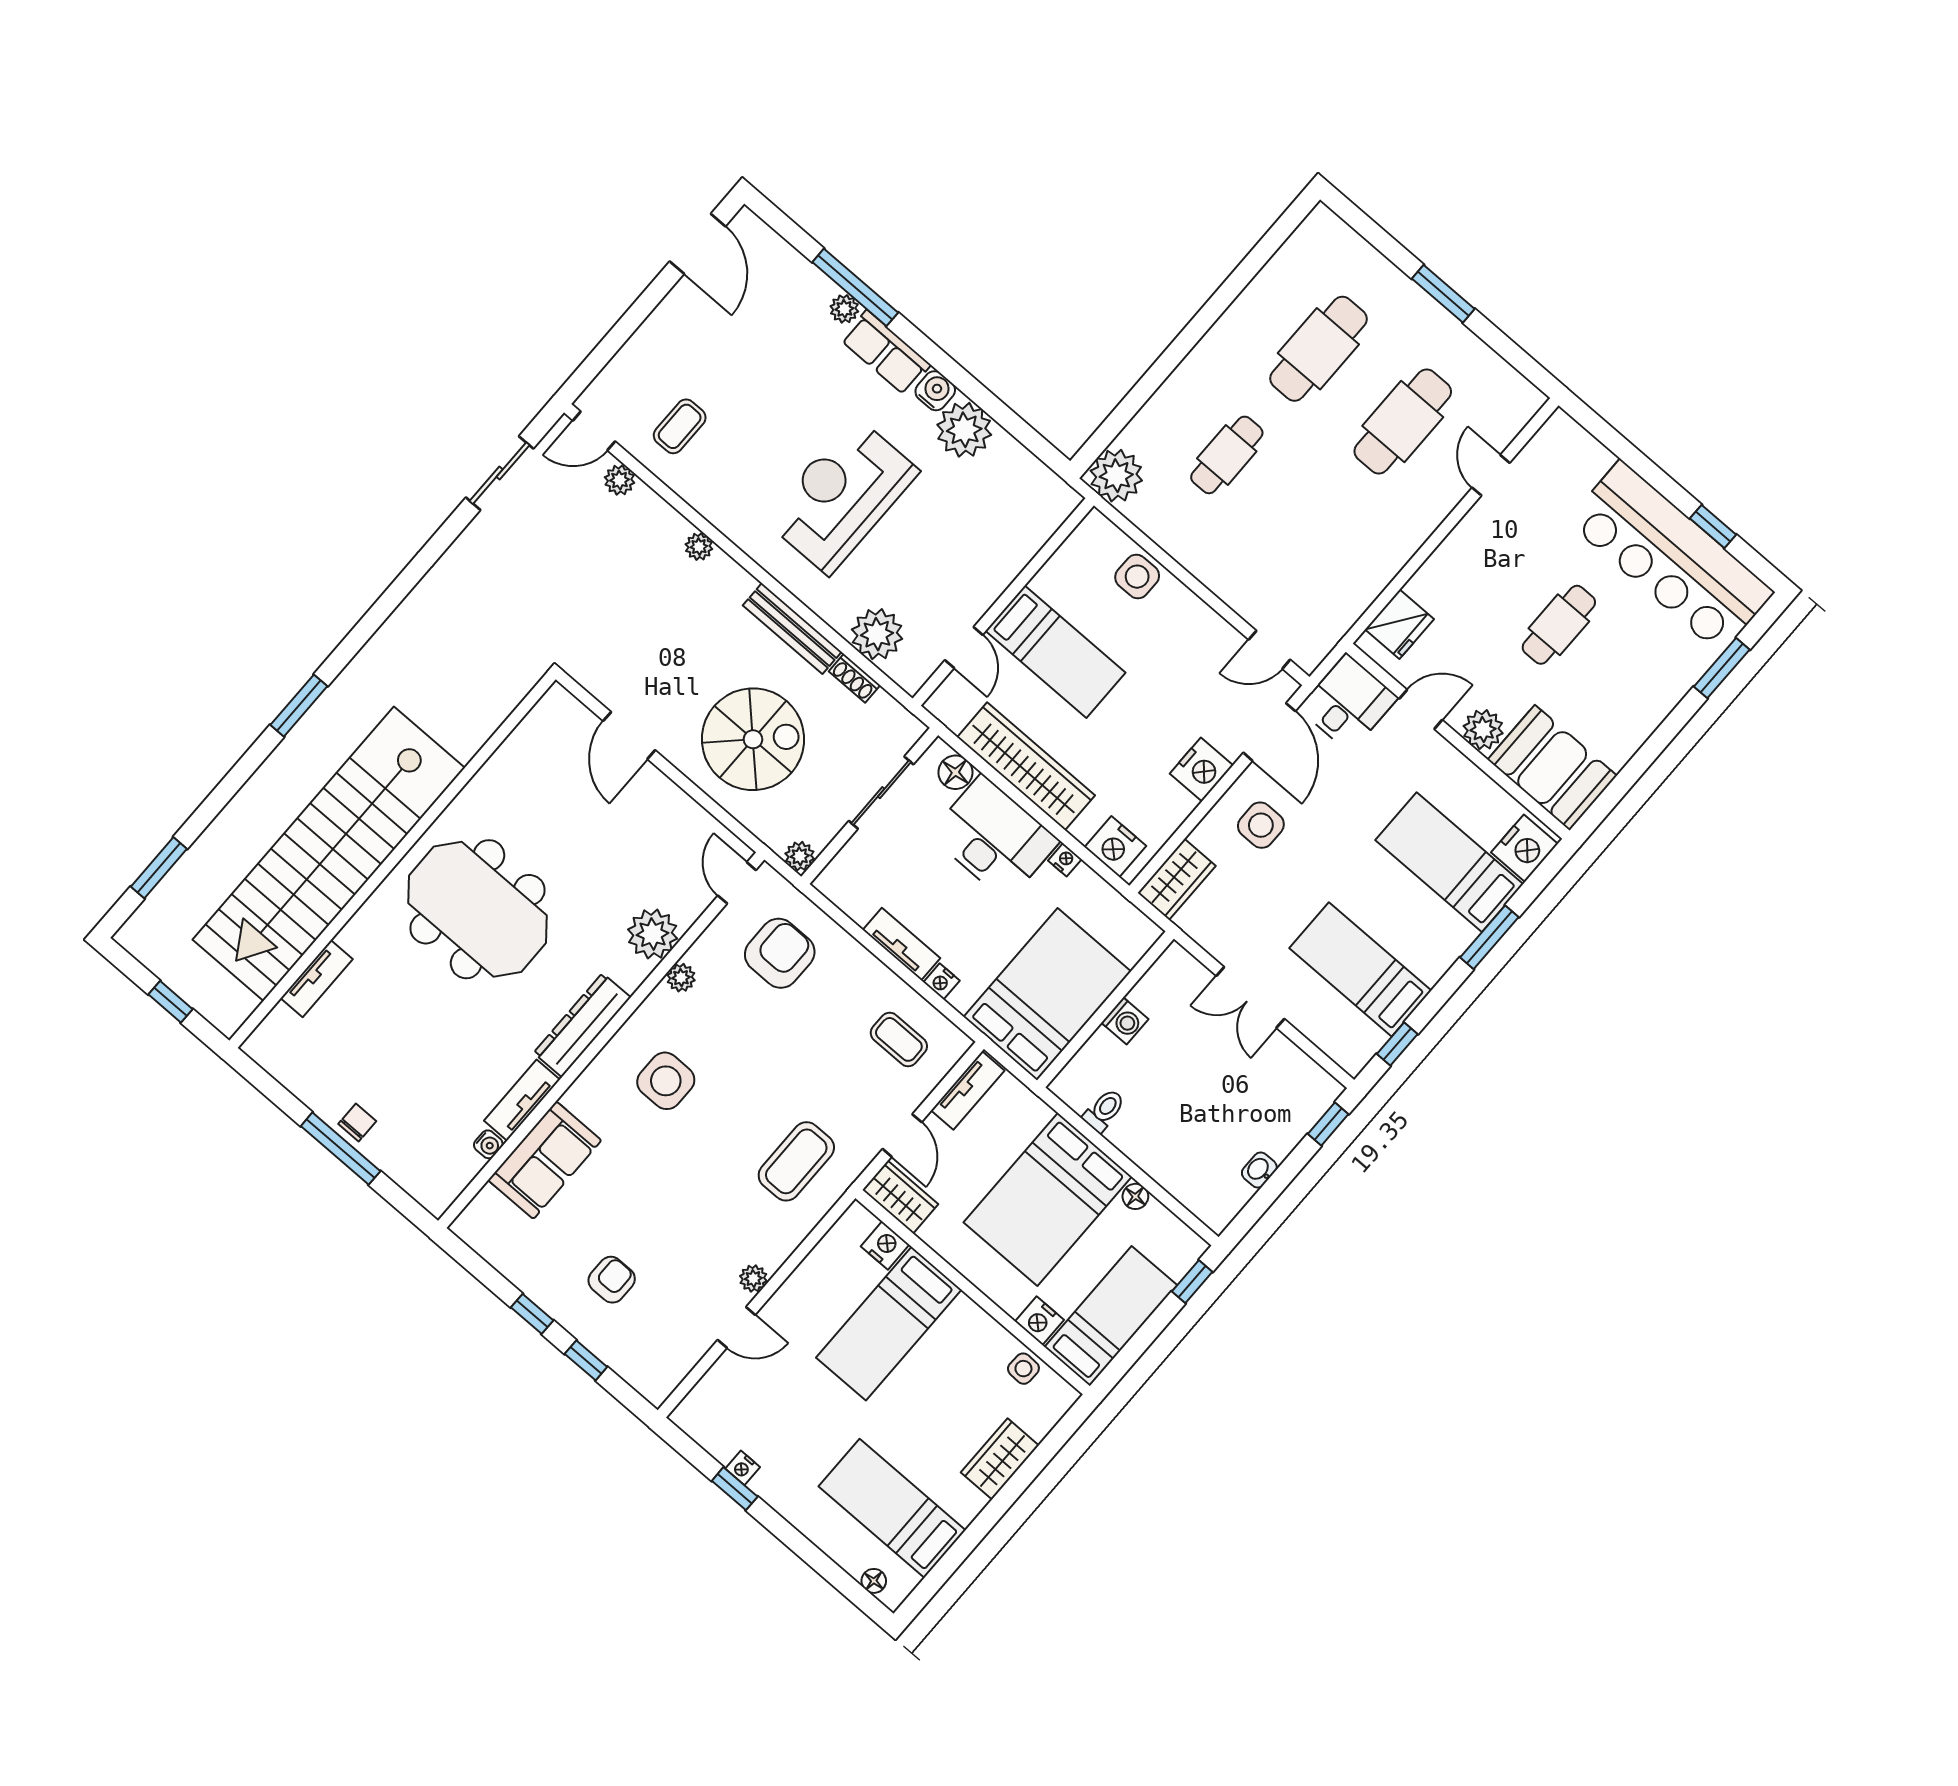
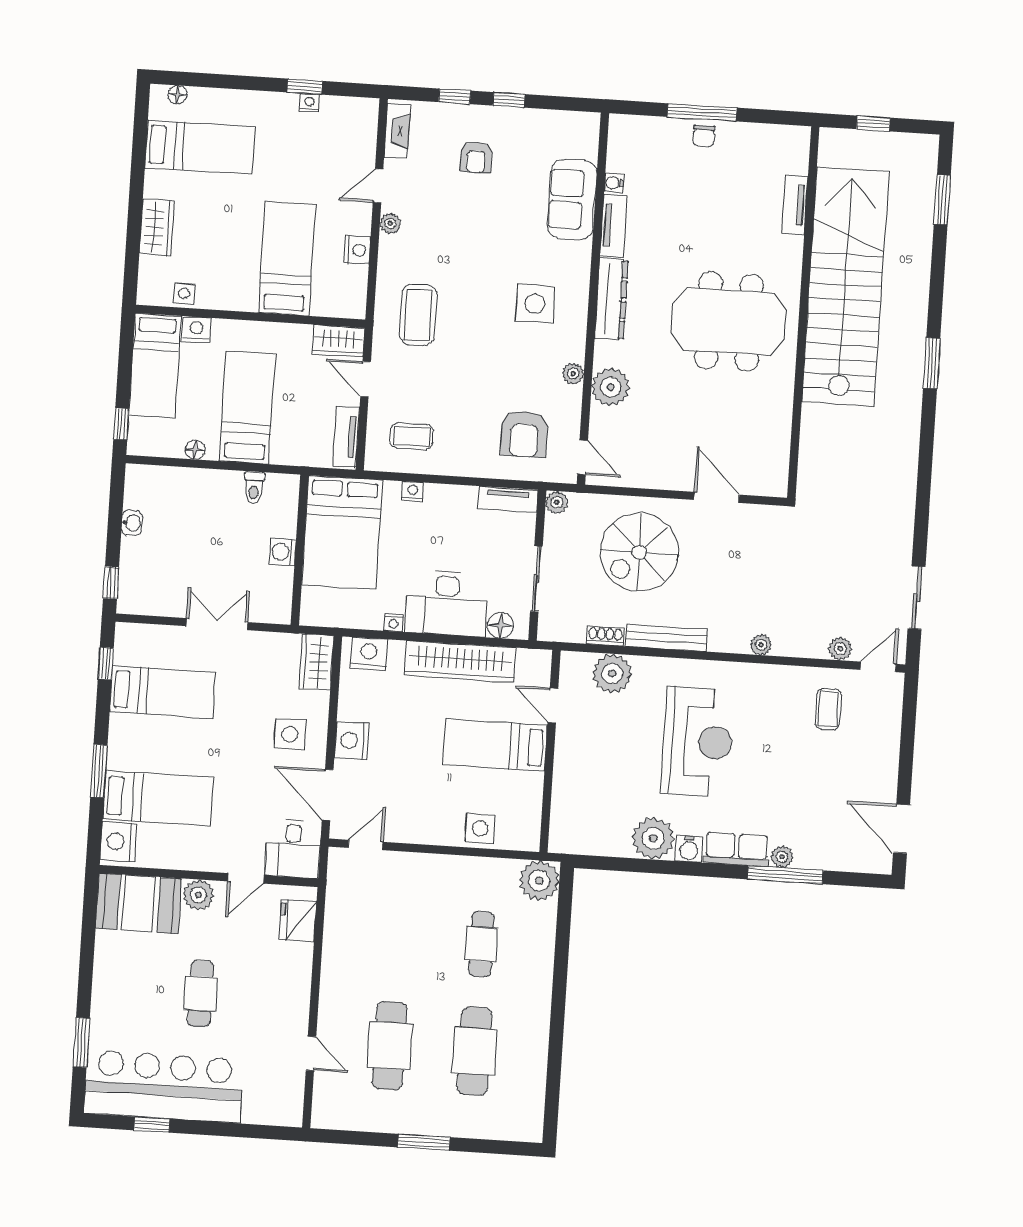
tv unit: (901, 944) -> (508, 499), moved
bed: (1048, 1199) -> (247, 407), width x0.67
nightstand: (885, 1245) -> (357, 250), moved, turned -90
fireplace: (673, 1370) -> (397, 131), added

